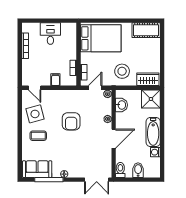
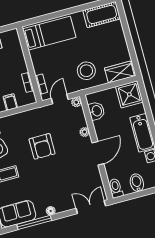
bed: (101, 38) -> (49, 33), width x0.67
double door: (97, 180) -> (91, 207), swing flipped

